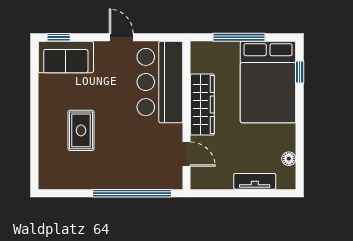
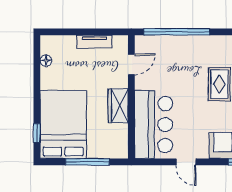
wardrobe: (202, 104) -> (118, 106), width x0.67
door: (186, 154) -> (131, 64), swing flipped
tv unit: (255, 181) -> (94, 42), moved

